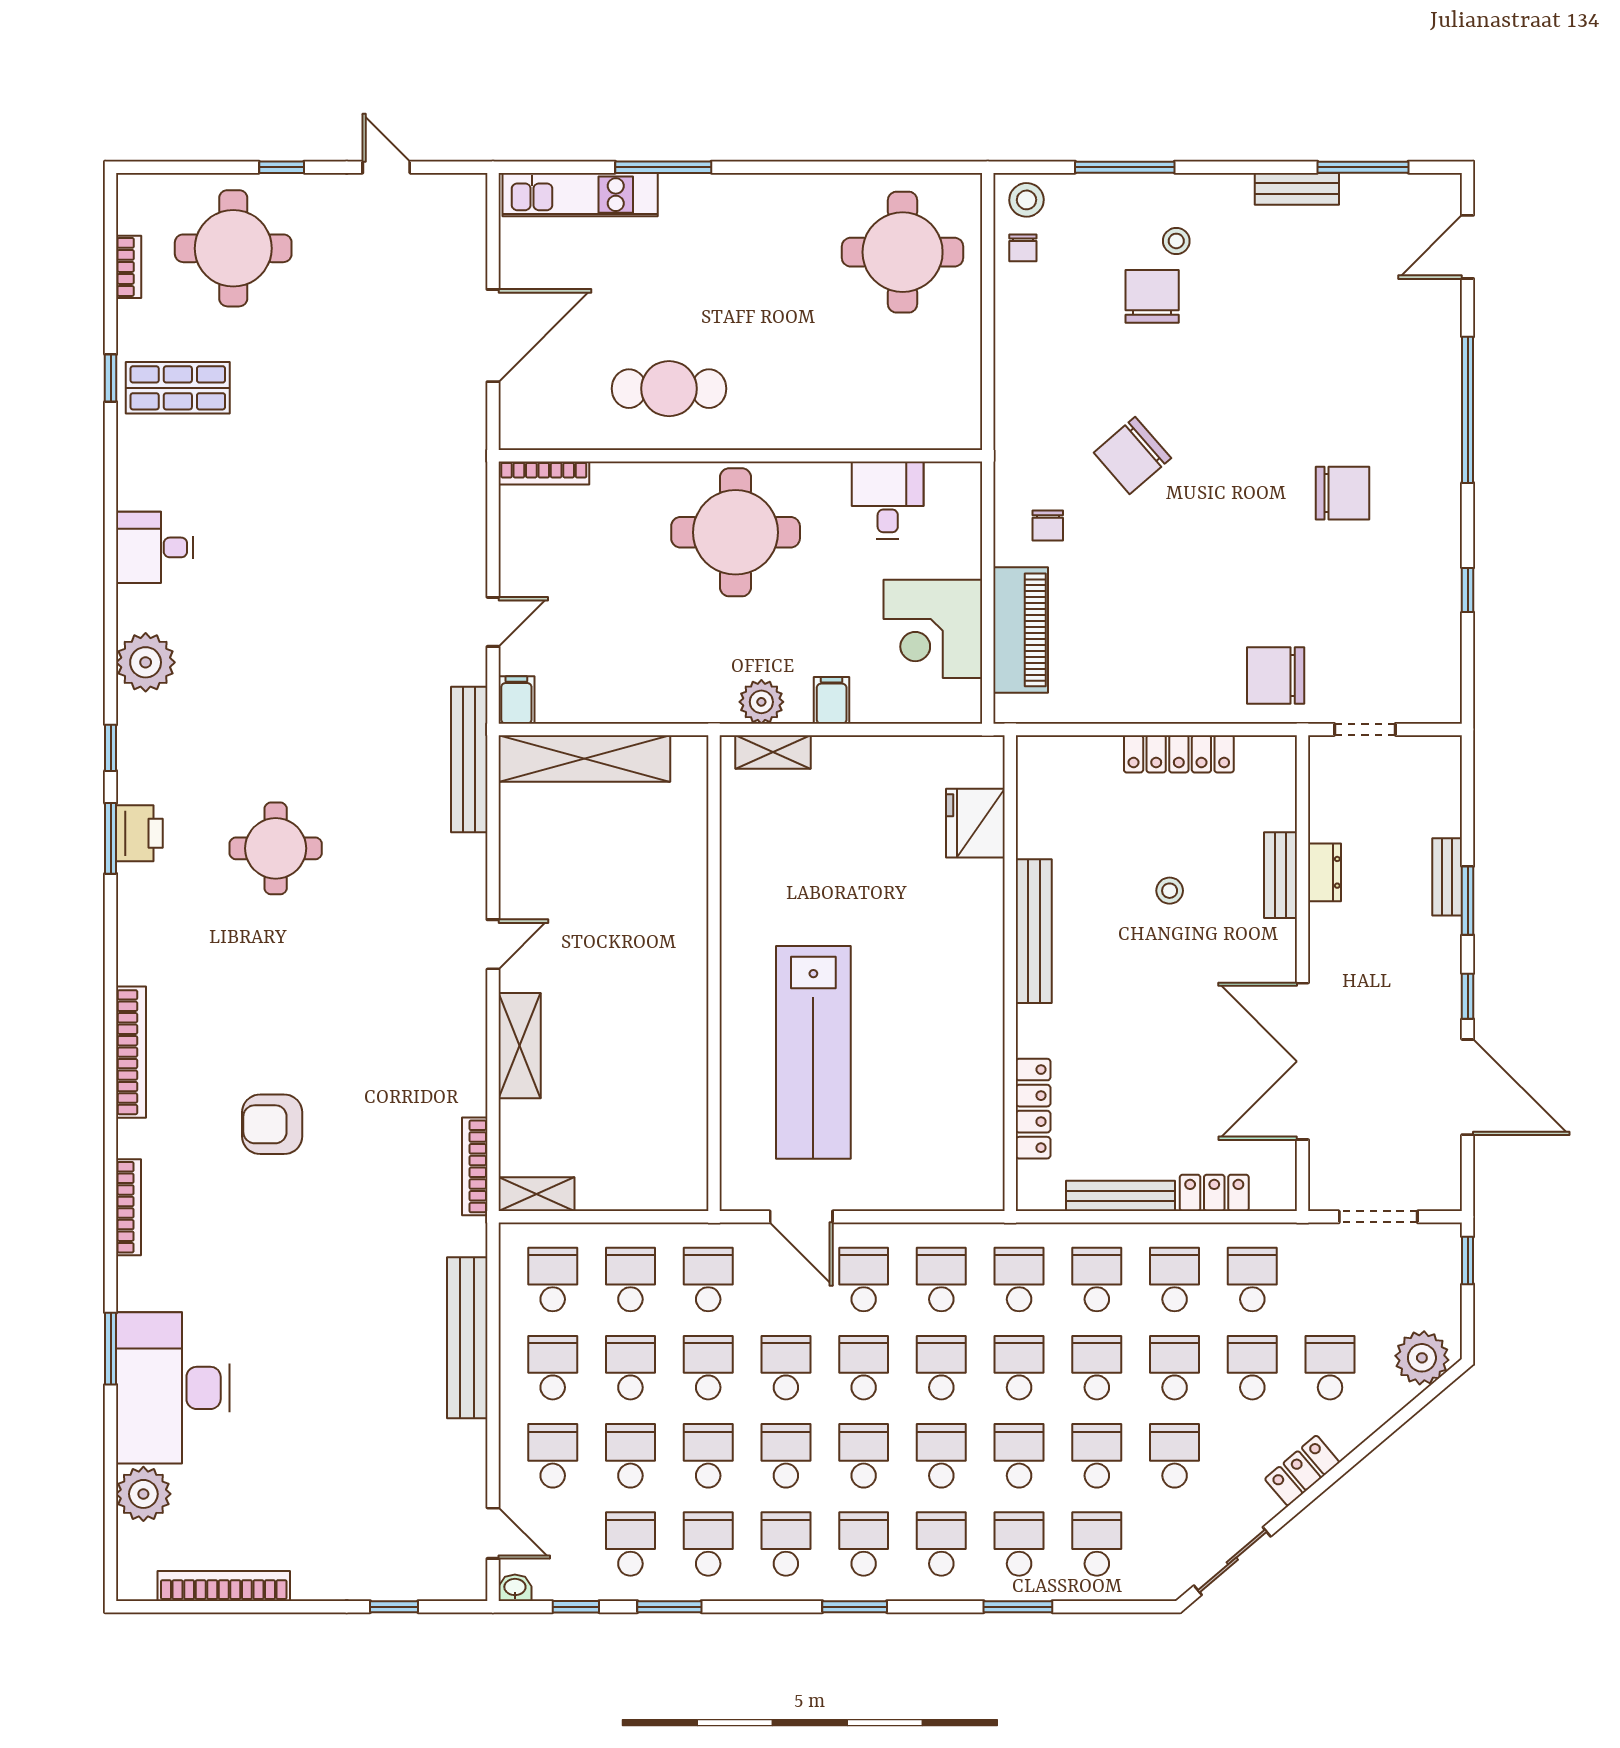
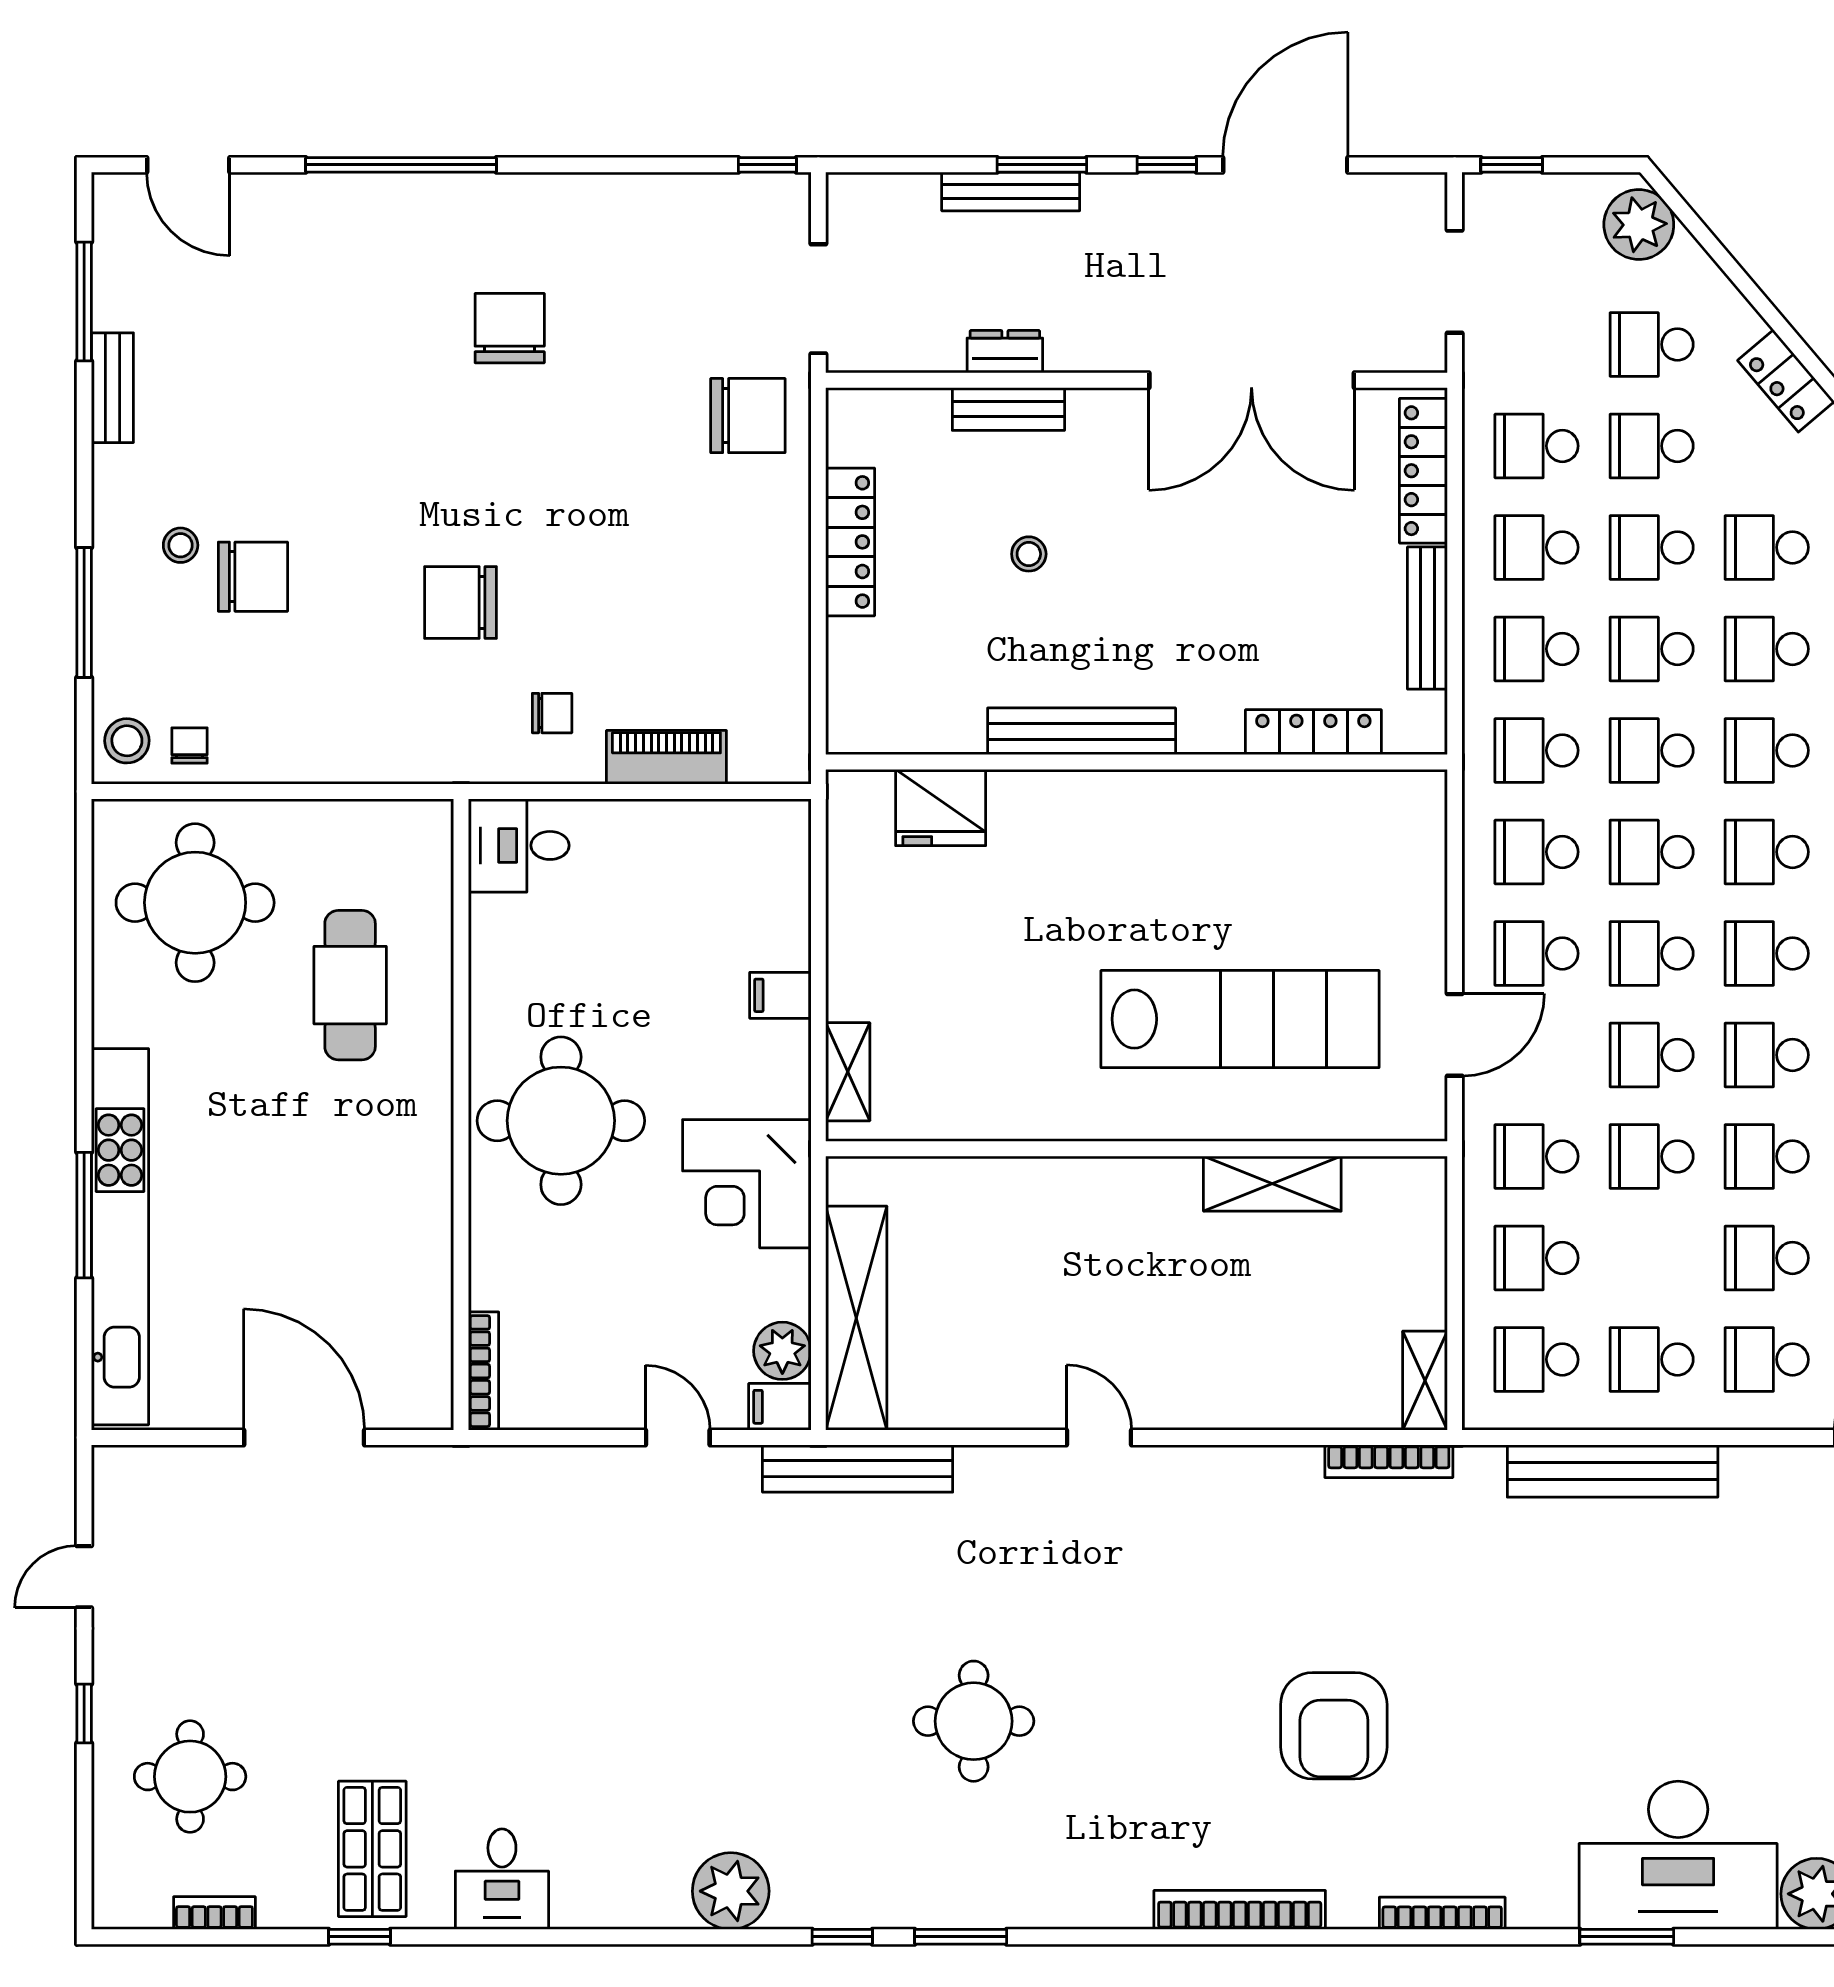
kitchen unit: (580, 195) -> (120, 1237), width x1.86
round table: (233, 248) -> (190, 1777), width x0.73, depth x0.73
chair: (1023, 248) -> (189, 746), turned -90
chair: (1152, 296) -> (253, 577), turned 180
cafe table: (669, 389) -> (350, 985), moved
chair: (1132, 455) -> (461, 602), turned 131
desk: (888, 500) -> (519, 845), moved
desk: (155, 547) -> (502, 1879), moved
window: (1468, 590) -> (767, 165), moved
corner desk: (933, 629) -> (747, 1184), moved, turned 90
piano: (1021, 630) -> (666, 757), width x0.73, depth x0.75
chair: (1276, 676) -> (748, 416), turned -90
plant: (761, 702) -> (782, 1351), moved
doorway: (1365, 729) -> (818, 299), width x1.38
printer: (139, 833) -> (954, 1899), removed
bench: (1447, 877) -> (1011, 192), width x1.36
shelving: (520, 1046) -> (1272, 1184), moved
armchair: (272, 1124) -> (1334, 1726), width x1.36, depth x1.36
locker: (1214, 1193) -> (1423, 471), width x1.53
school desk: (630, 1368) -> (1652, 1258), removed

